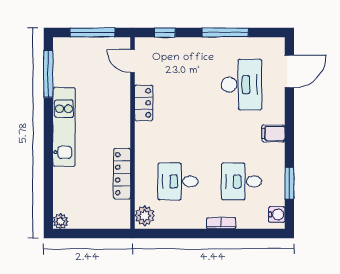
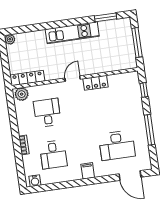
door: (133, 61) -> (73, 79), moved
window: (48, 74) -> (106, 17), width x0.69
locker: (122, 174) -> (27, 78), moved
desk: (242, 181) -> (53, 154), turned 180
window: (289, 183) -> (57, 186), removed

